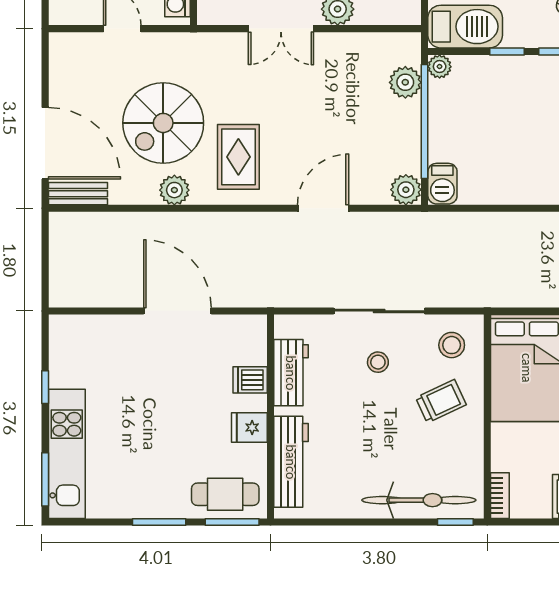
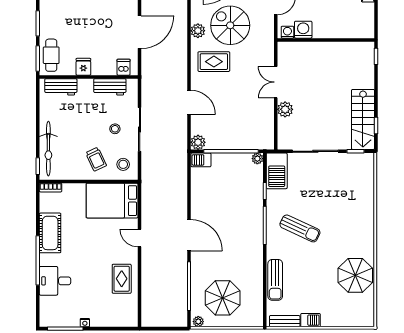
plant: (405, 82) -> (250, 142), removed
dishwasher: (250, 380) -> (124, 67), moved
workbench: (291, 462) -> (61, 87), width x0.73

